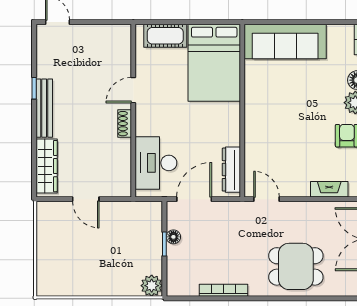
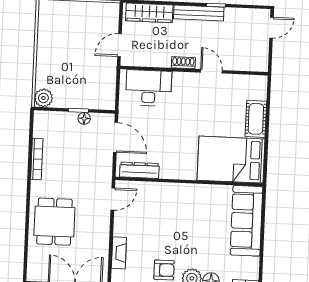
door: (133, 90) -> (211, 71), moved
wall: (133, 111) -> (194, 71), moved
shoe rack: (125, 124) -> (183, 63), moved
desk: (156, 163) -> (149, 88), moved

